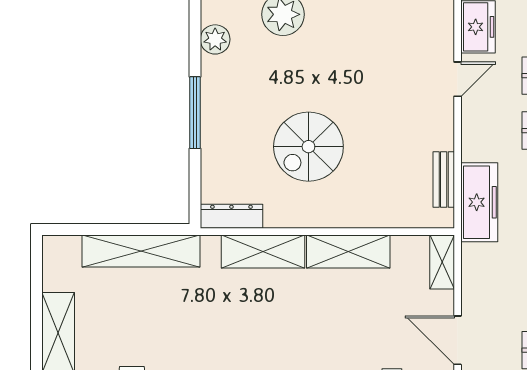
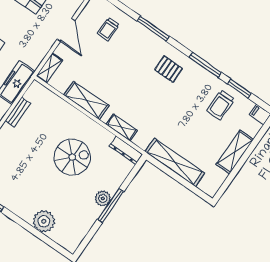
plant: (215, 39) -> (103, 198), moved
bench: (444, 179) -> (18, 112), moved
shelving: (263, 252) -> (122, 128), width x0.67, depth x0.75

